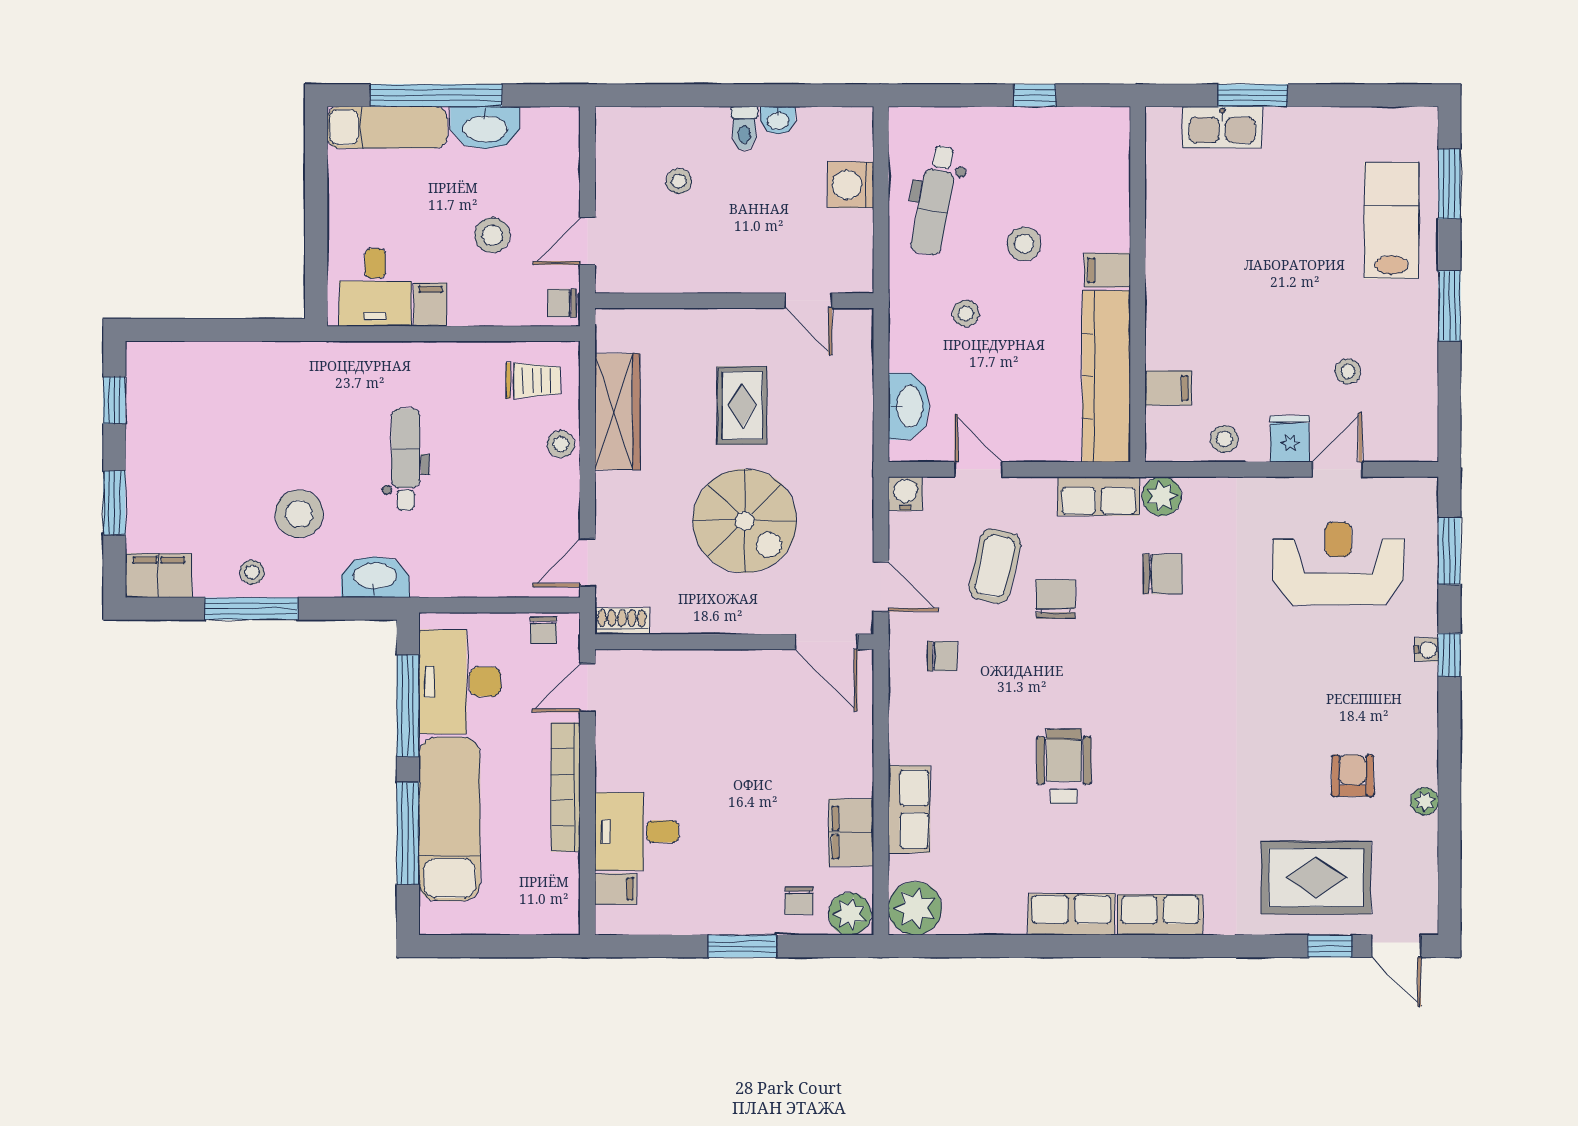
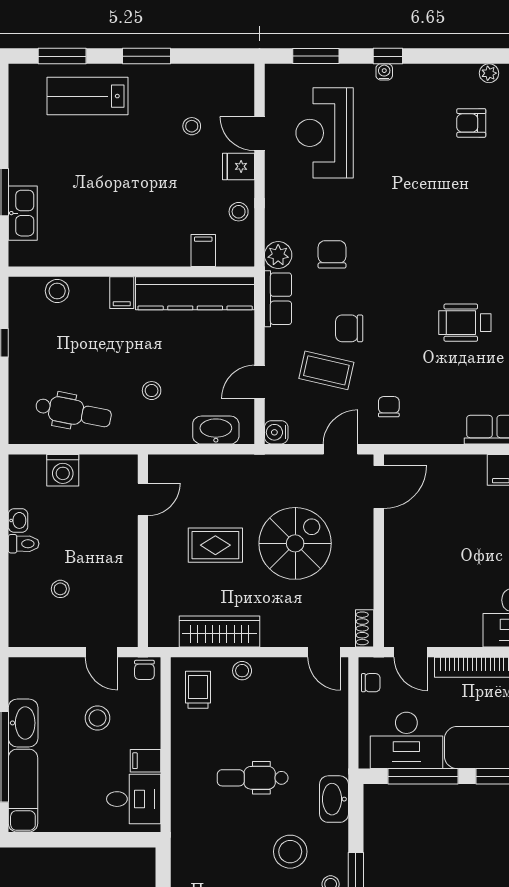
stool: (1024, 244) -> (57, 291), moved

